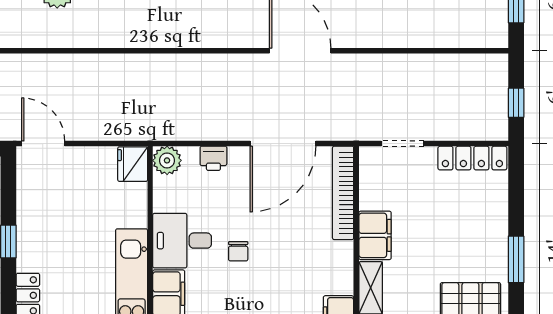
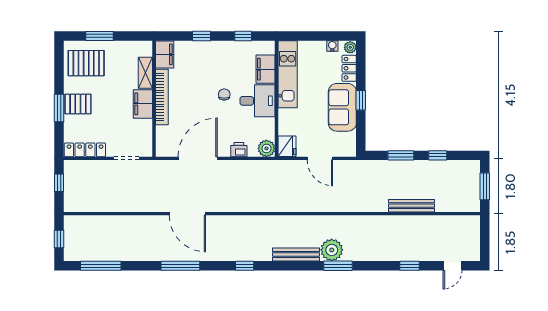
door: (43, 144) -> (320, 158), moved
bookcase: (343, 193) -> (162, 97), moved
sofa: (39, 230) -> (342, 107), added
pallet: (484, 235) -> (78, 104), added
window: (516, 259) -> (59, 108), moved

